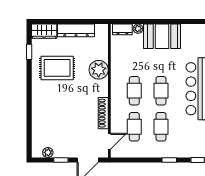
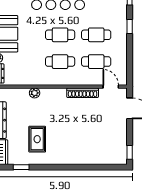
rug: (57, 68) -> (37, 139), width x0.73, depth x0.70
plant: (99, 70) -> (35, 93), width x0.53, depth x0.53
plant: (48, 152) -> (122, 148), removed
window: (61, 160) -> (130, 152), moved

